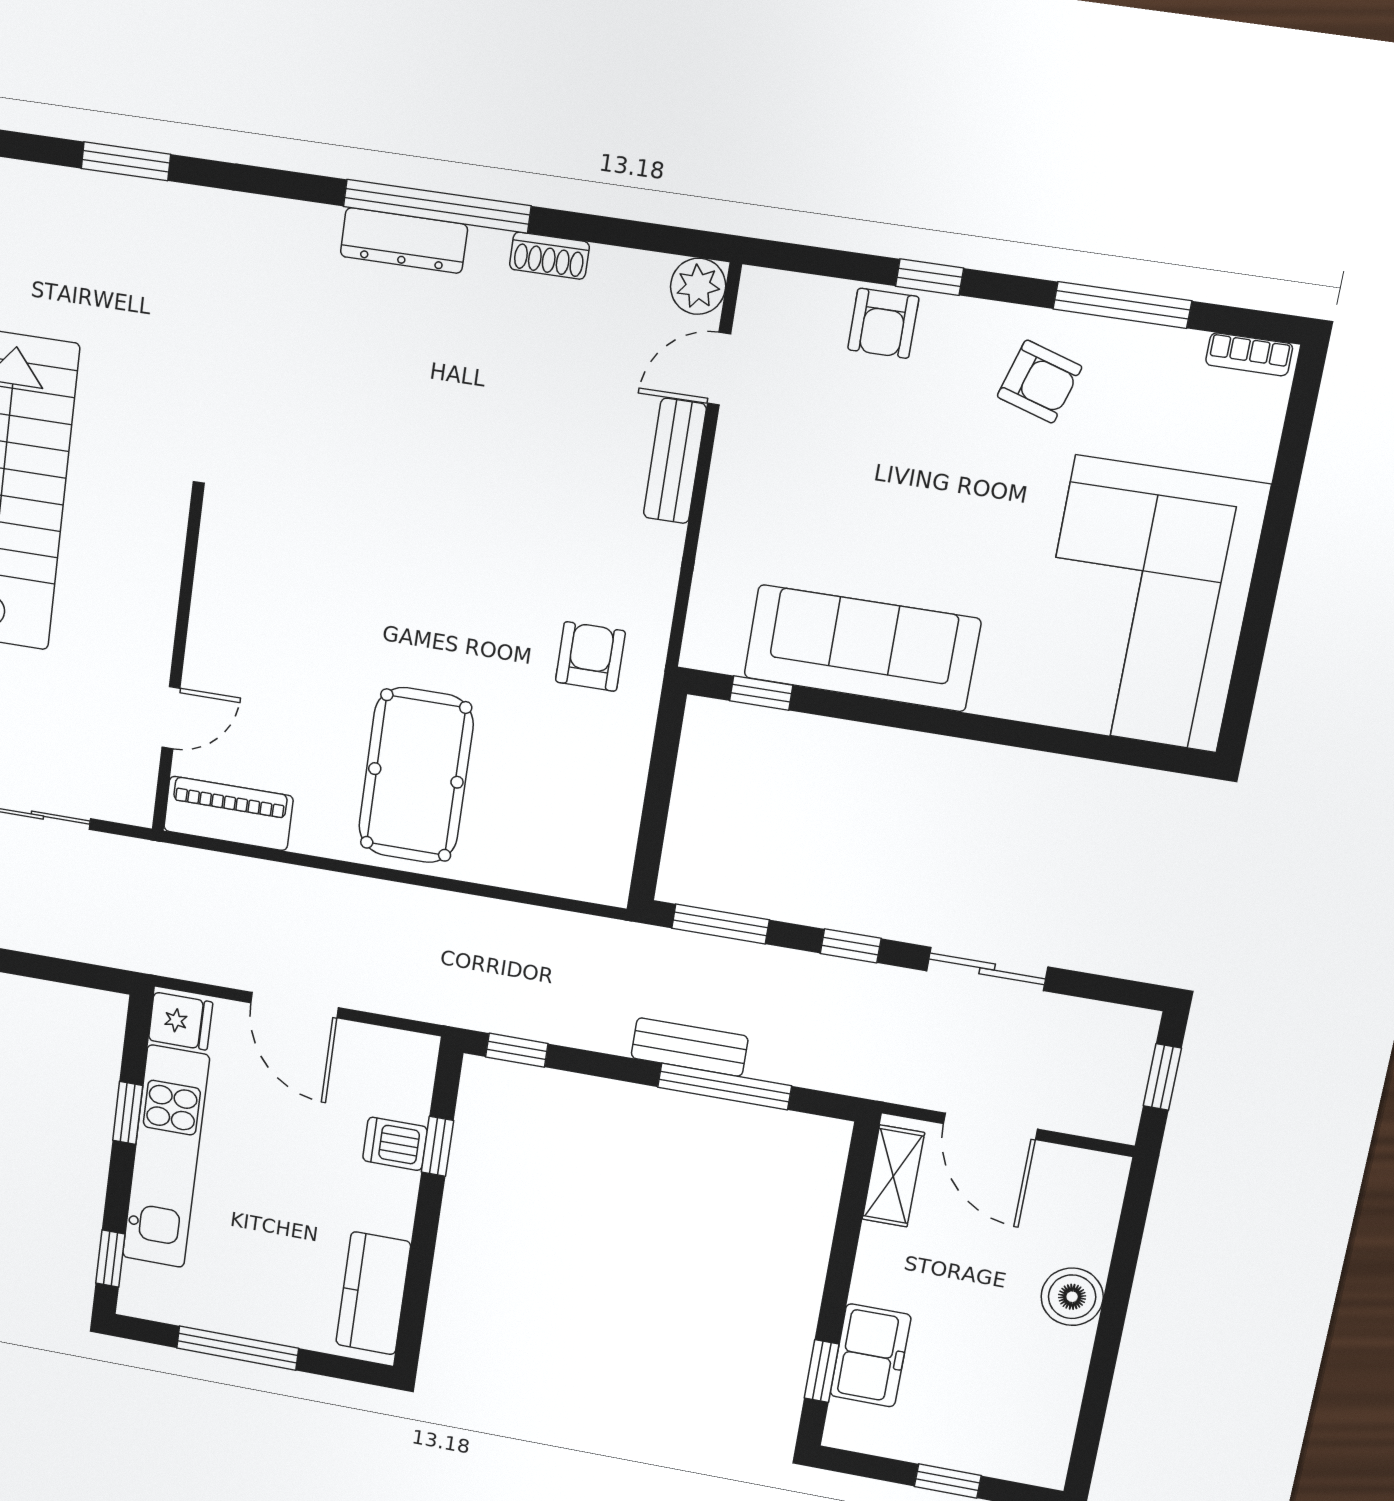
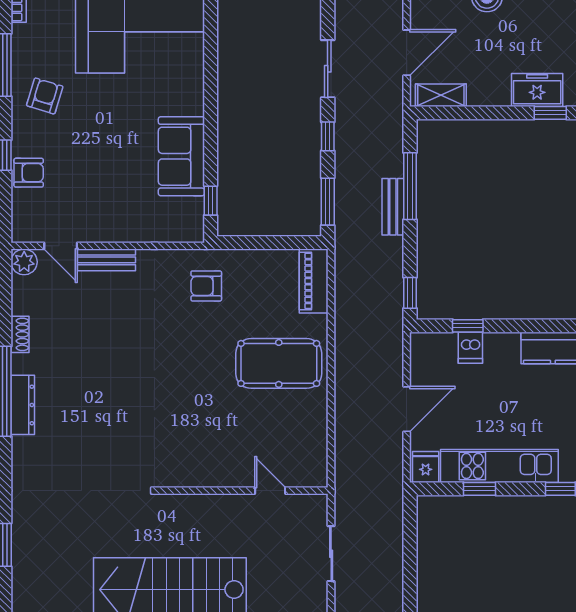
sofa: (862, 648) -> (181, 156), width x0.73
piano: (228, 813) -> (314, 281), moved

